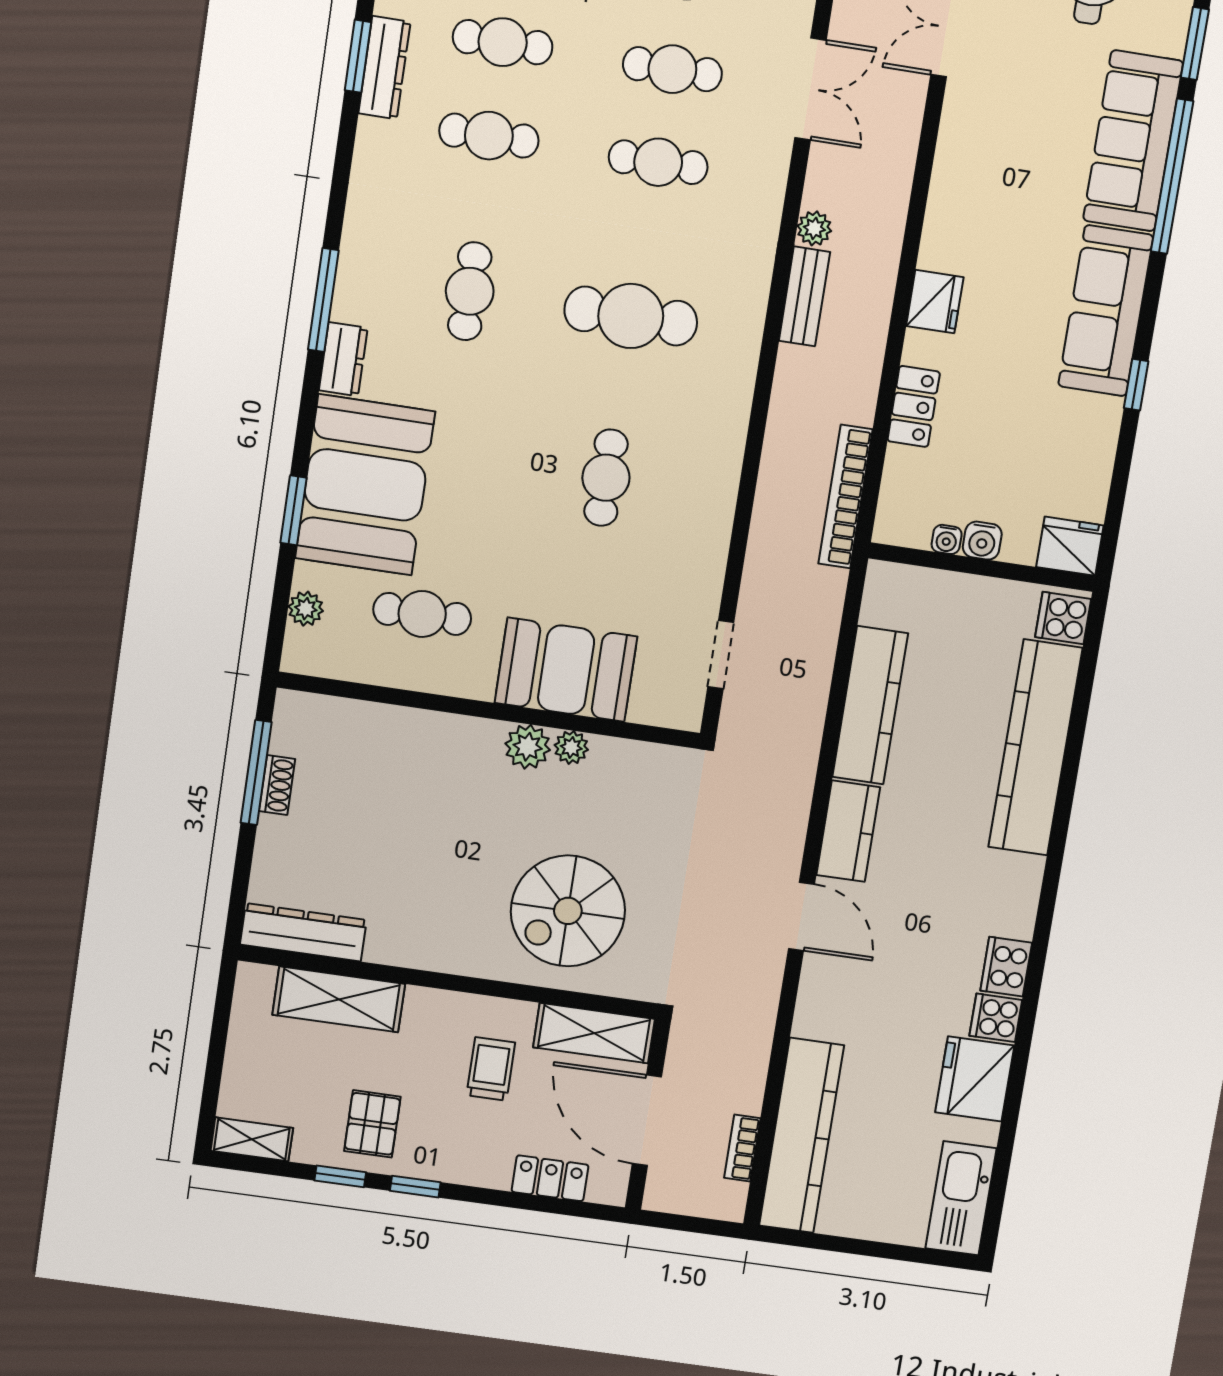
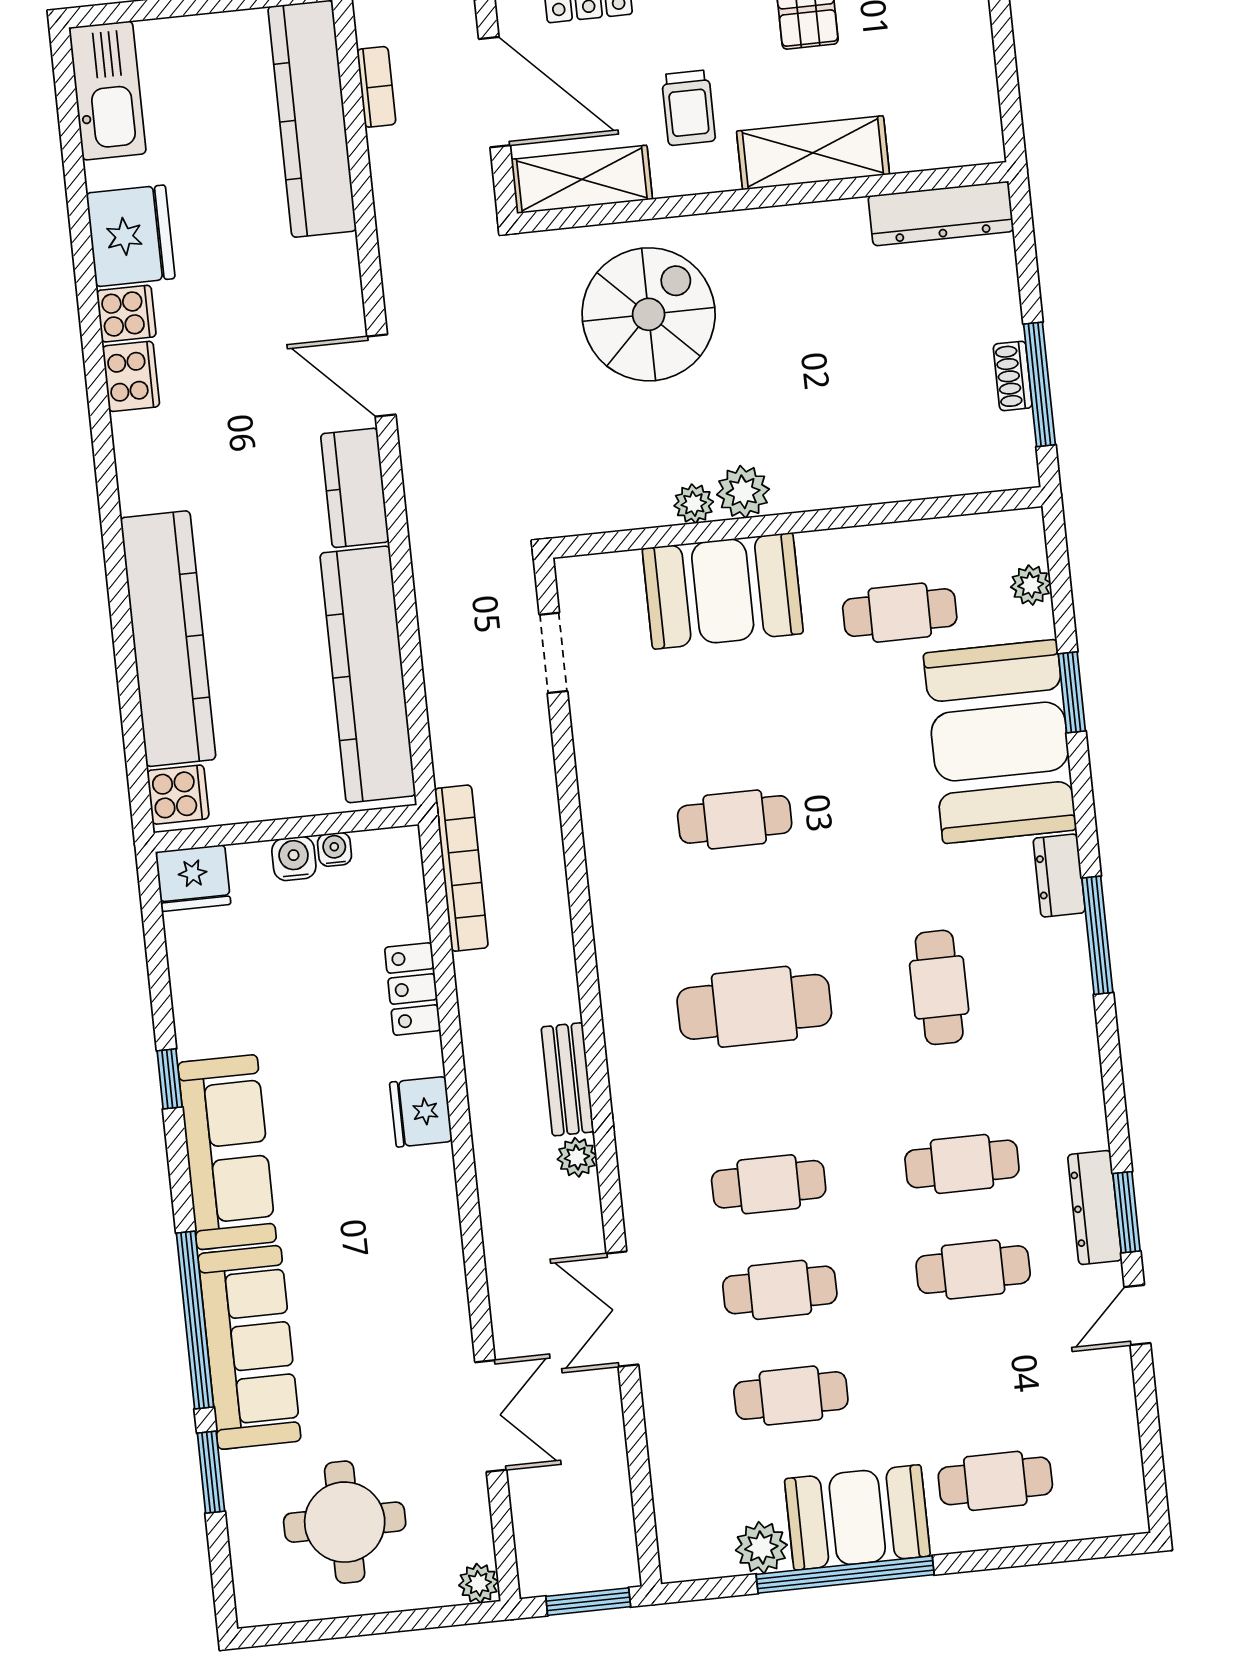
cafe table: (606, 478) -> (735, 819), turned 90
kitchen counter: (870, 705) -> (368, 674), width x1.39, depth x1.17
shelving: (339, 999) -> (813, 153), moved

